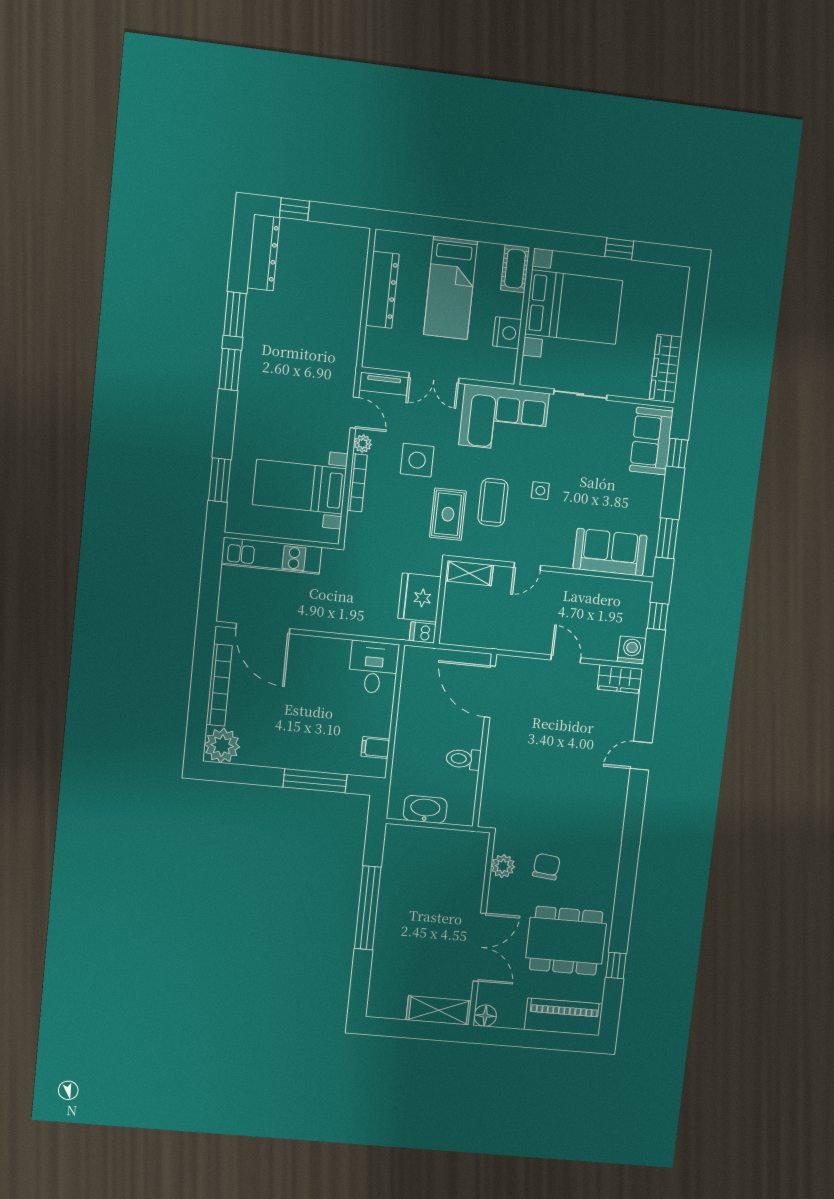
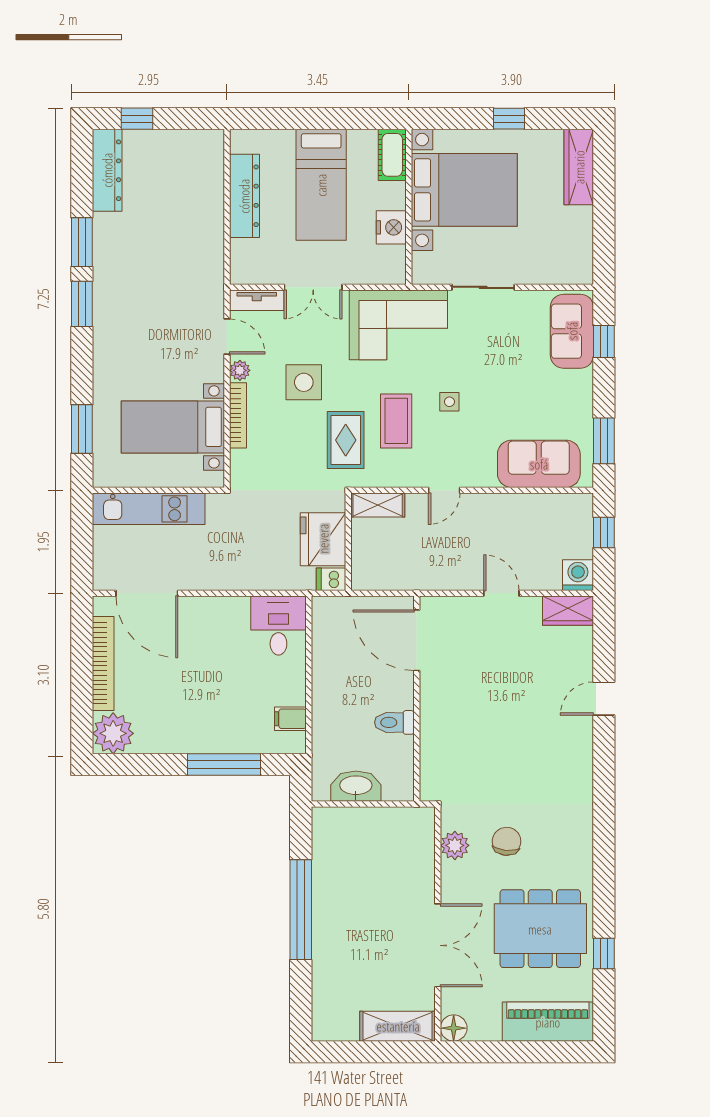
wardrobe: (666, 369) -> (579, 167), moved

